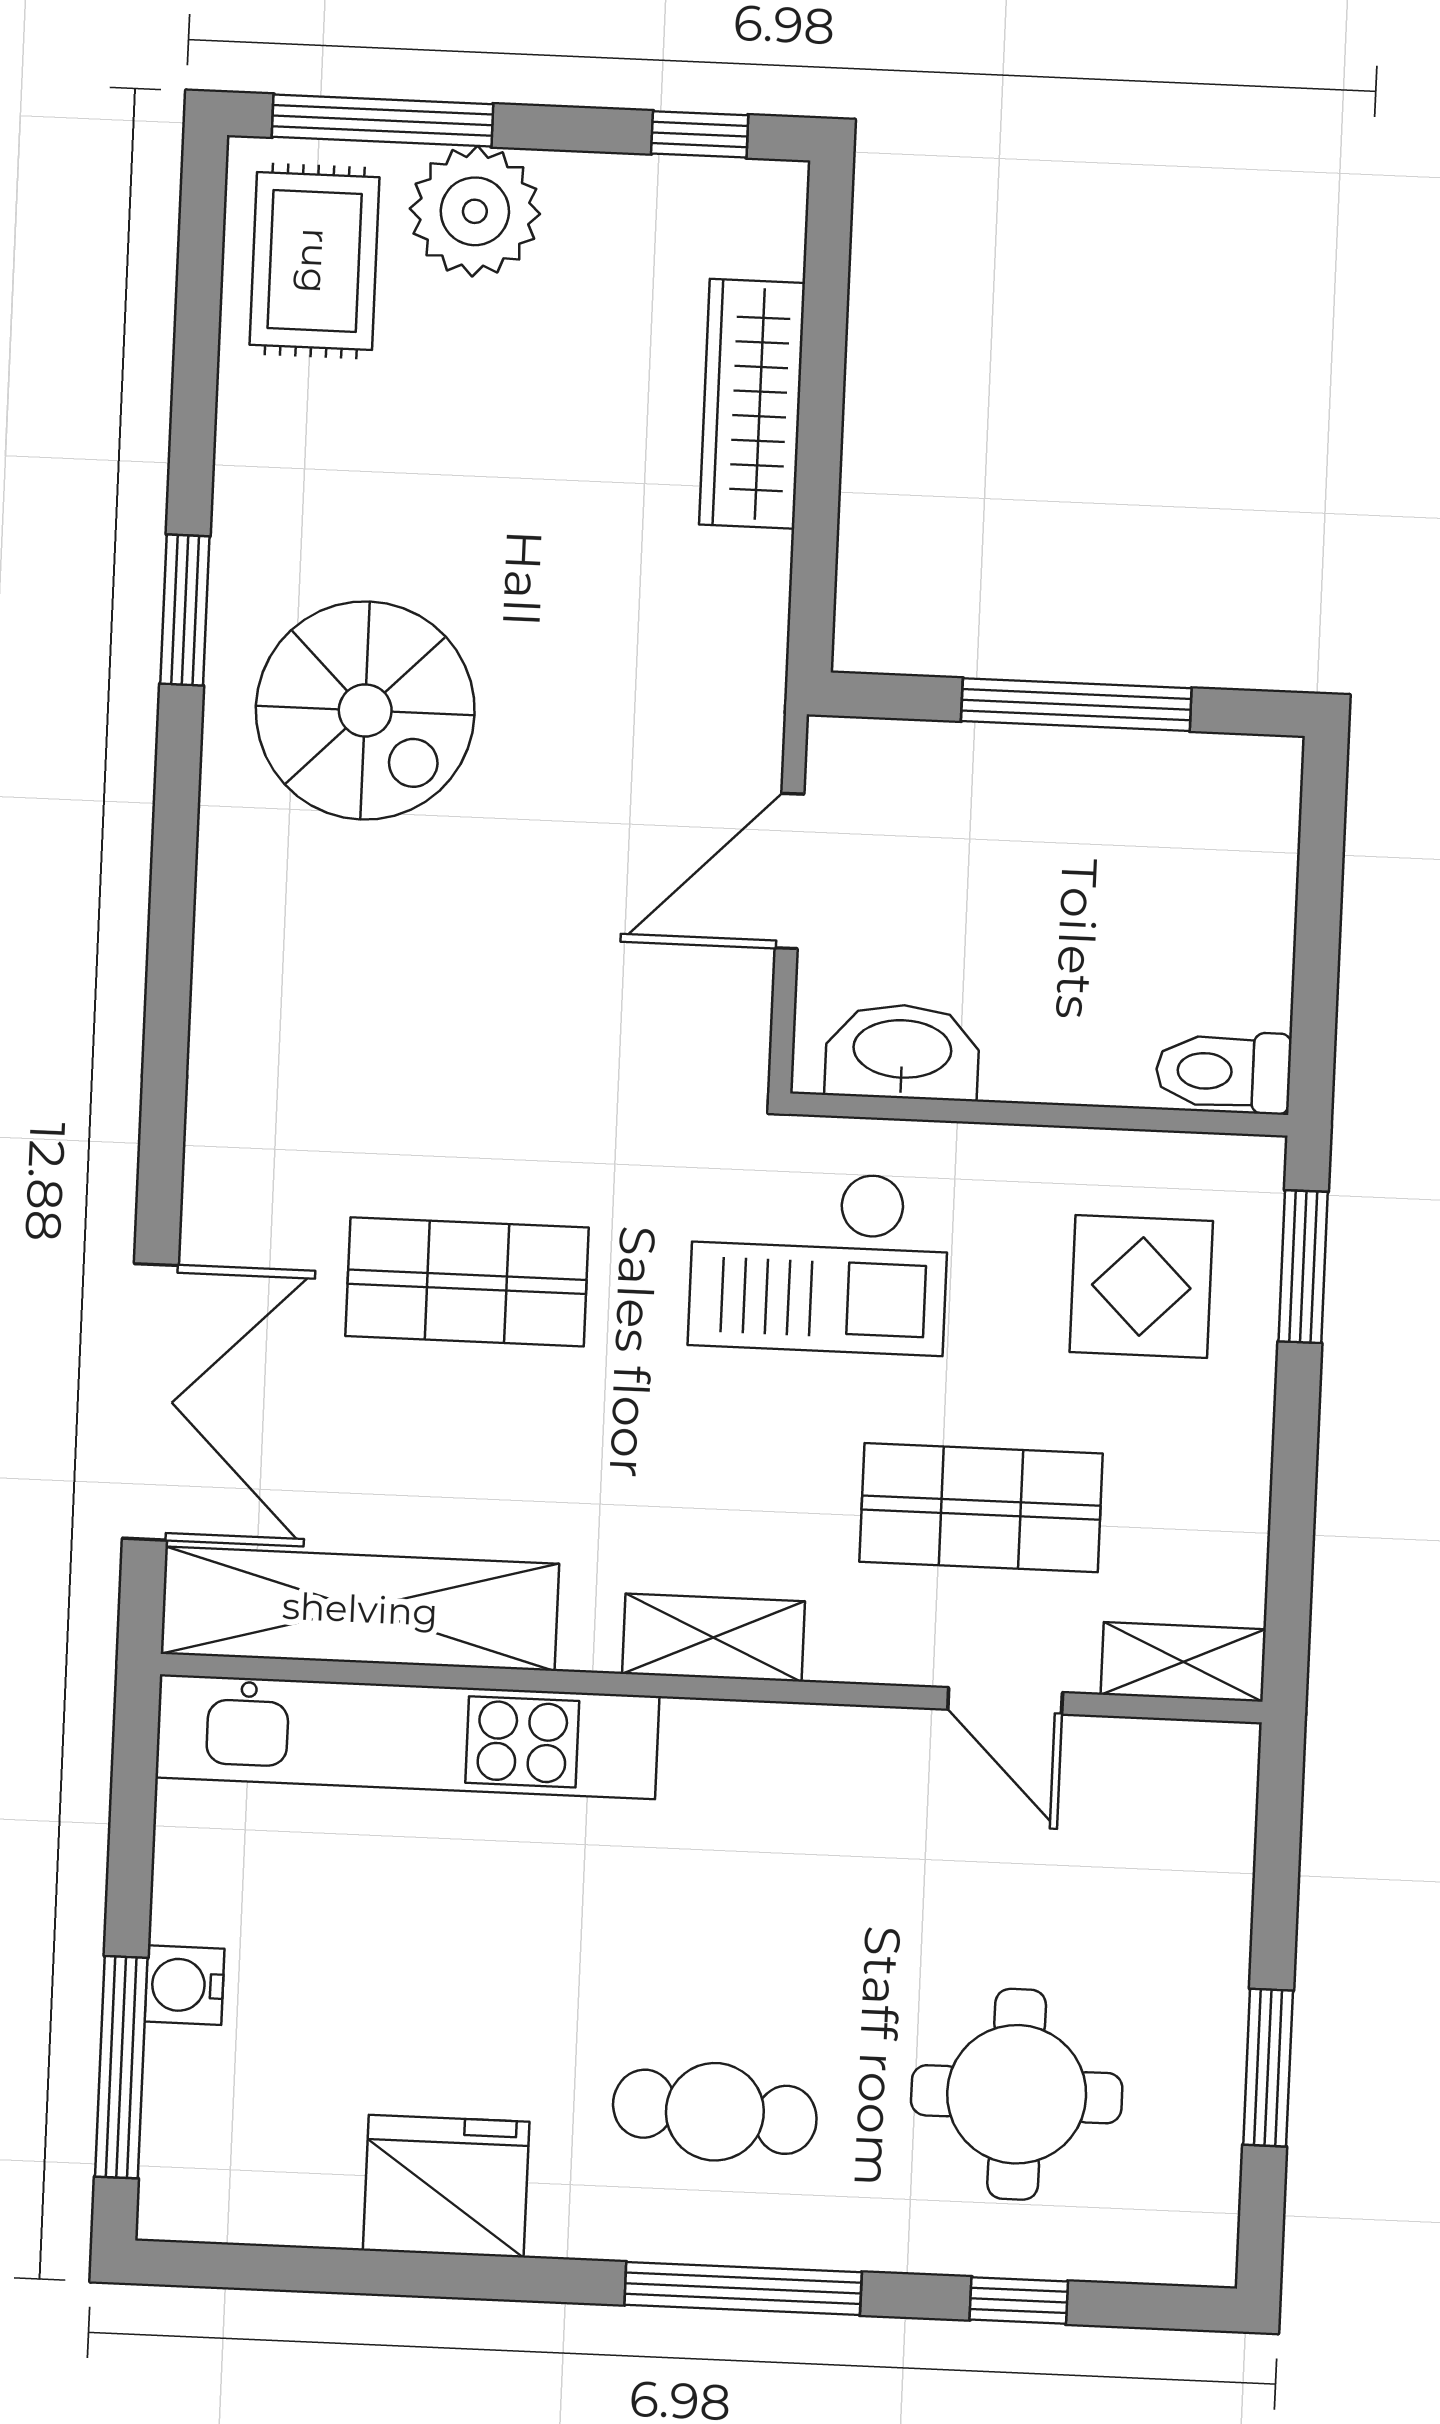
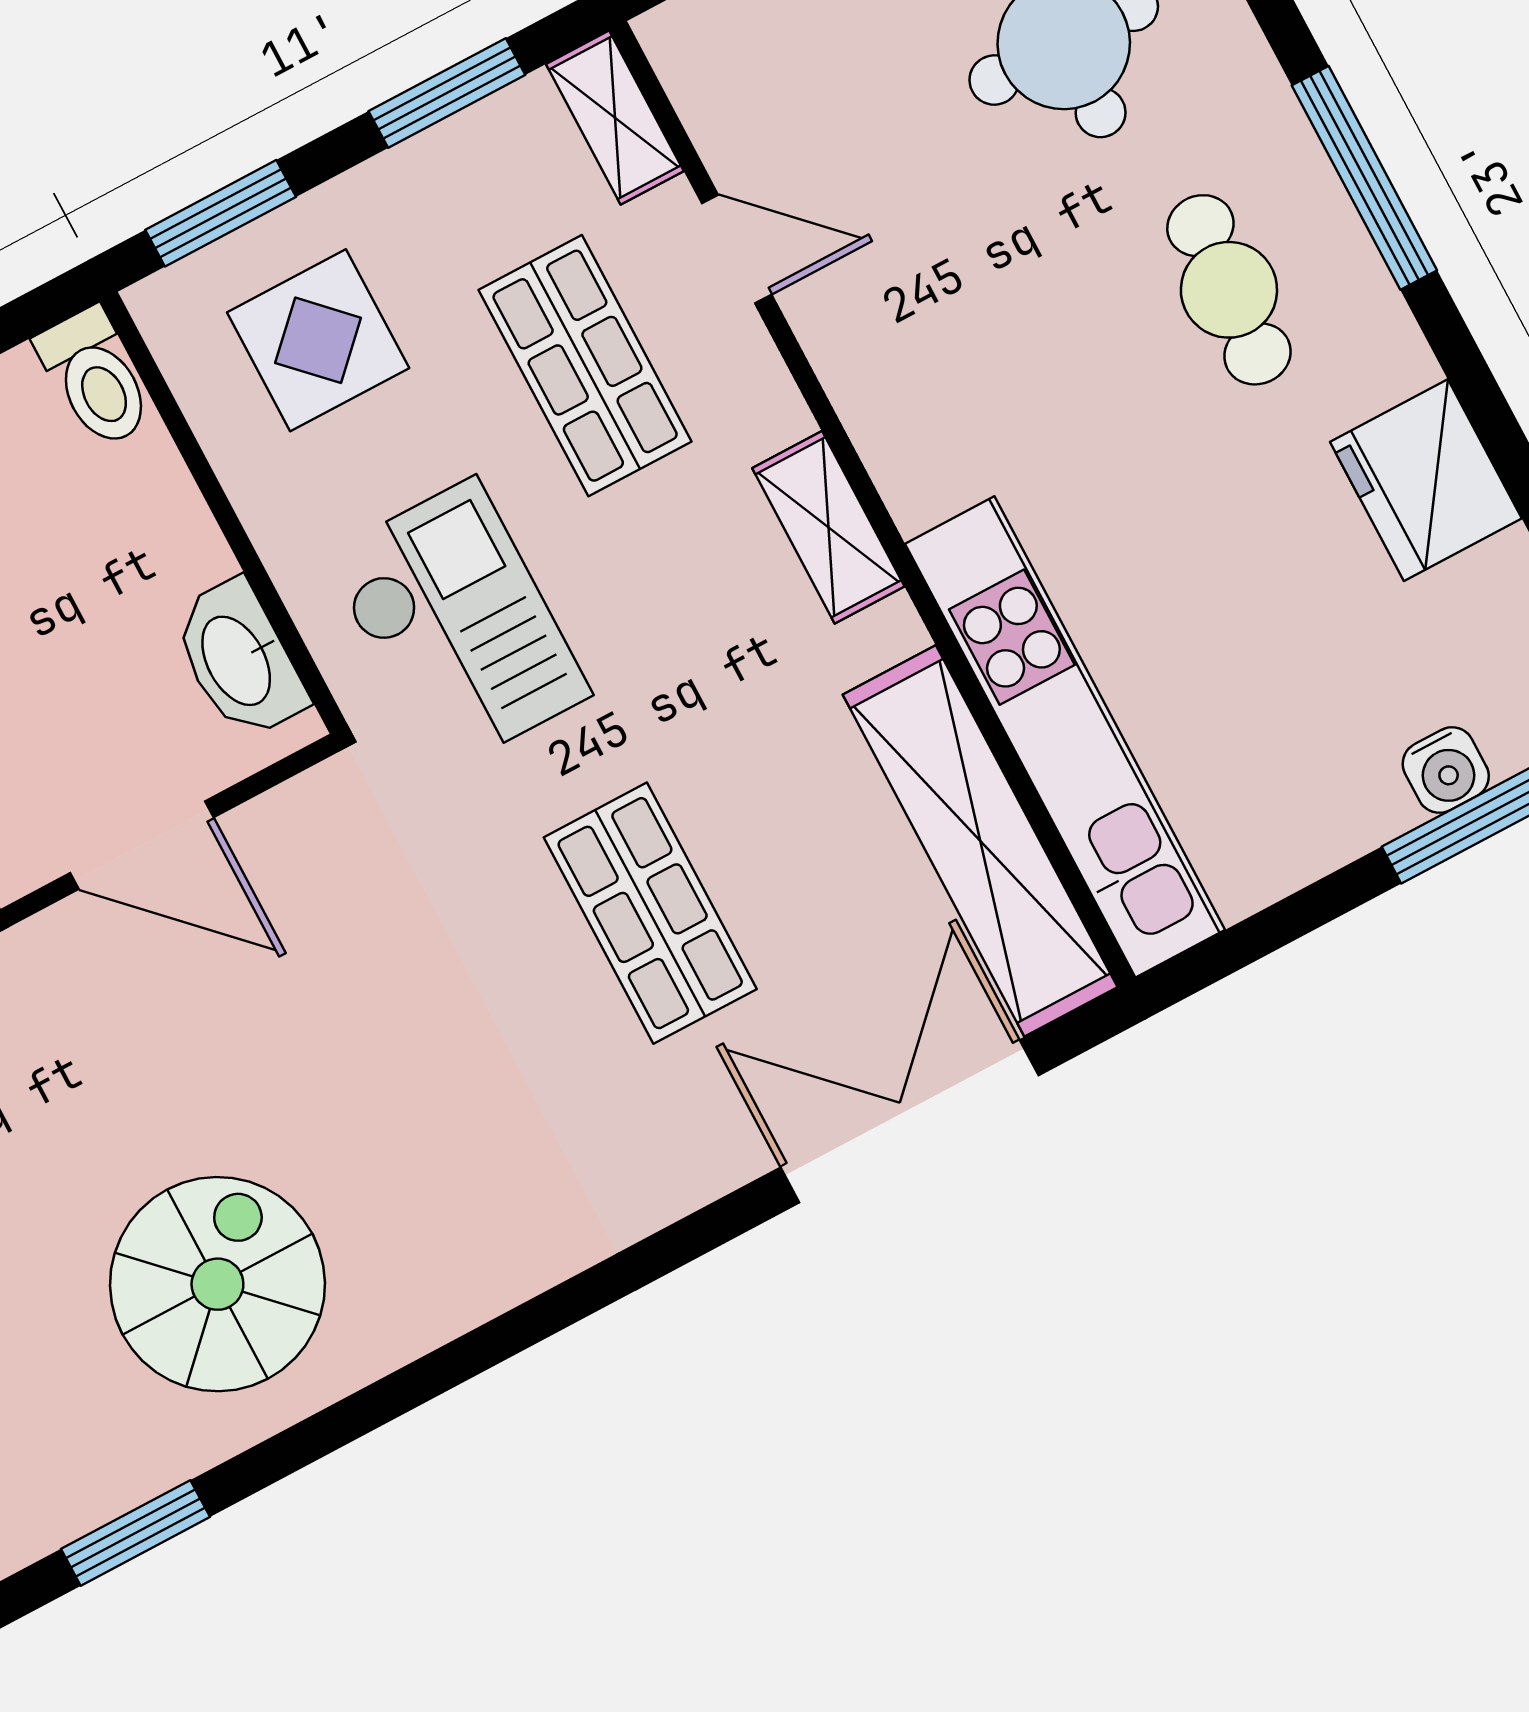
window: (185, 610) -> (136, 1533), moved
window: (1292, 1527) -> (447, 93), added
door: (1005, 1701) -> (737, 249), hinge flipped
water cooler: (185, 1985) -> (1446, 770), moved

